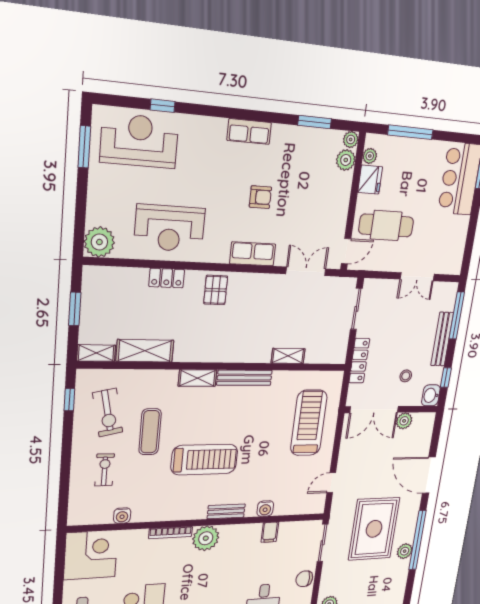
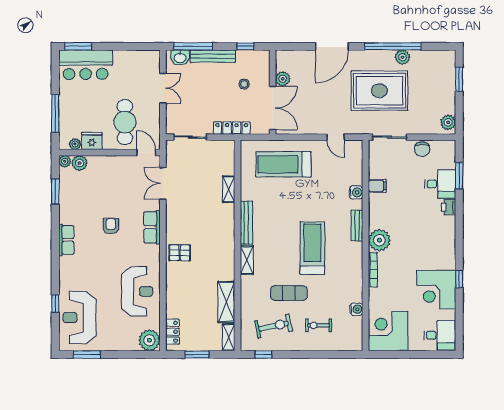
locker: (167, 278) -> (172, 332), moved
washbasin: (431, 395) -> (180, 58), moved

